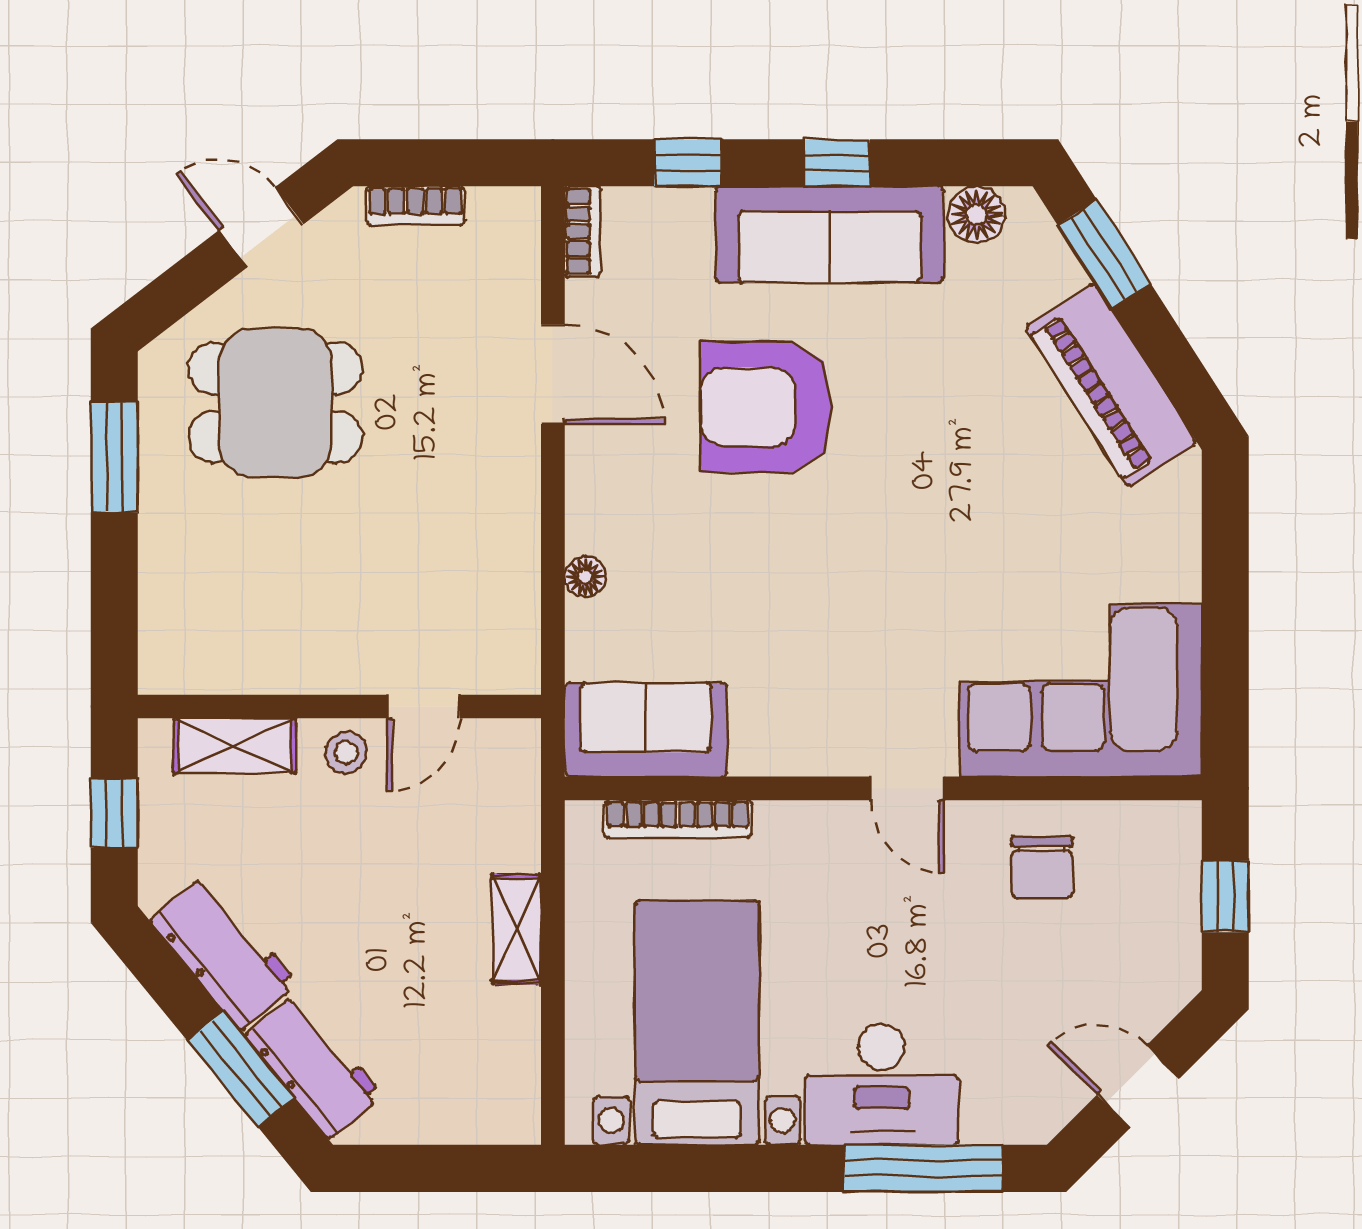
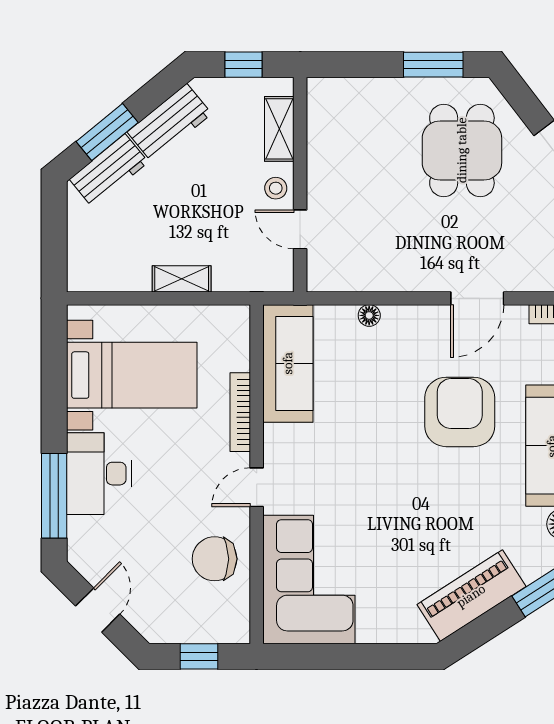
sofa: (646, 730) -> (288, 363), width x1.36
bookcase: (678, 819) -> (240, 412), moved
chair: (1042, 867) -> (215, 559), width x1.37, depth x1.37

